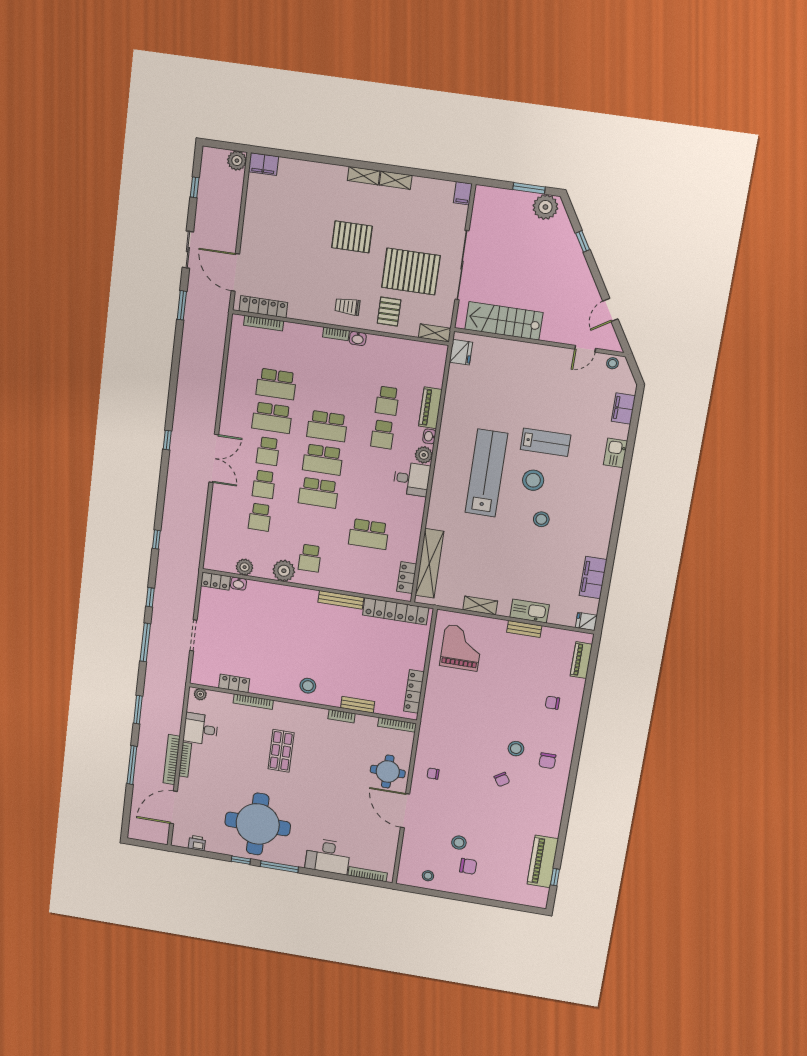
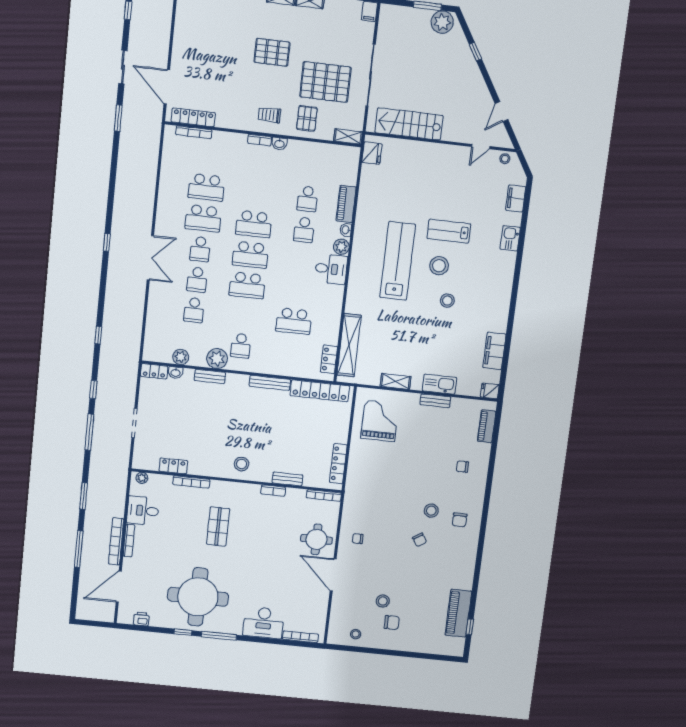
lab bench: (546, 442) -> (449, 231), turned 180
bench: (276, 590) -> (210, 376), added

